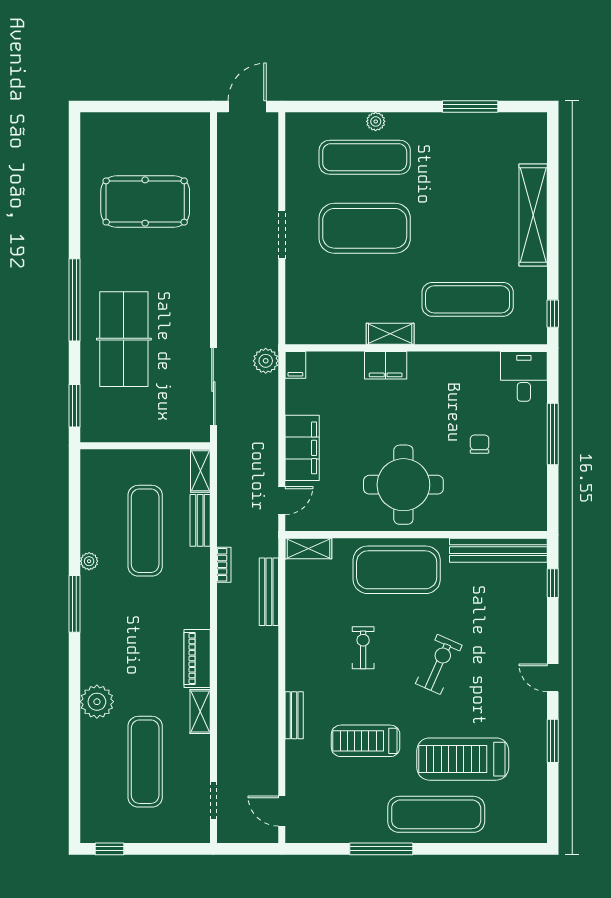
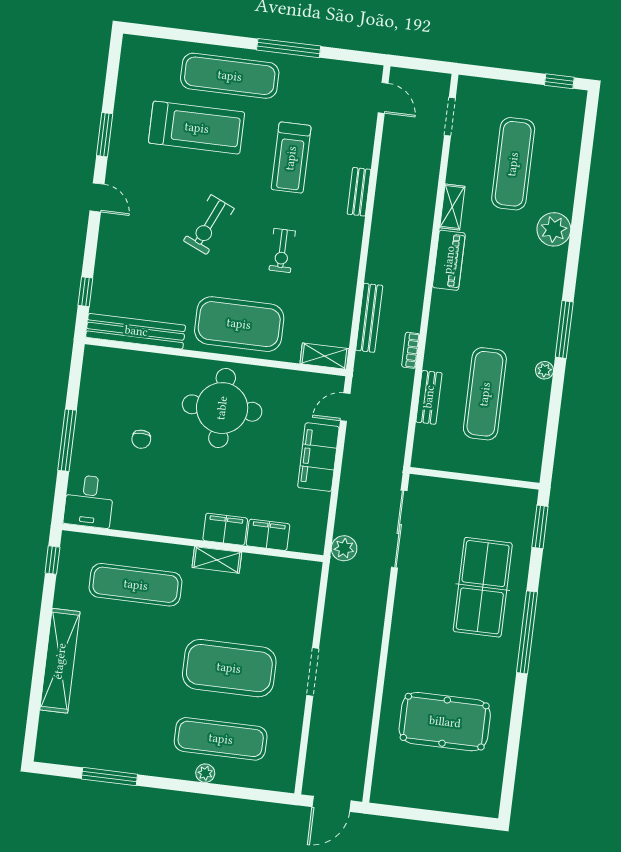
filing cabinet: (295, 365) -> (268, 535), moved, width x2.00
shelving: (200, 471) -> (423, 447), removed
treadmill: (366, 741) -> (291, 158), turned 90

